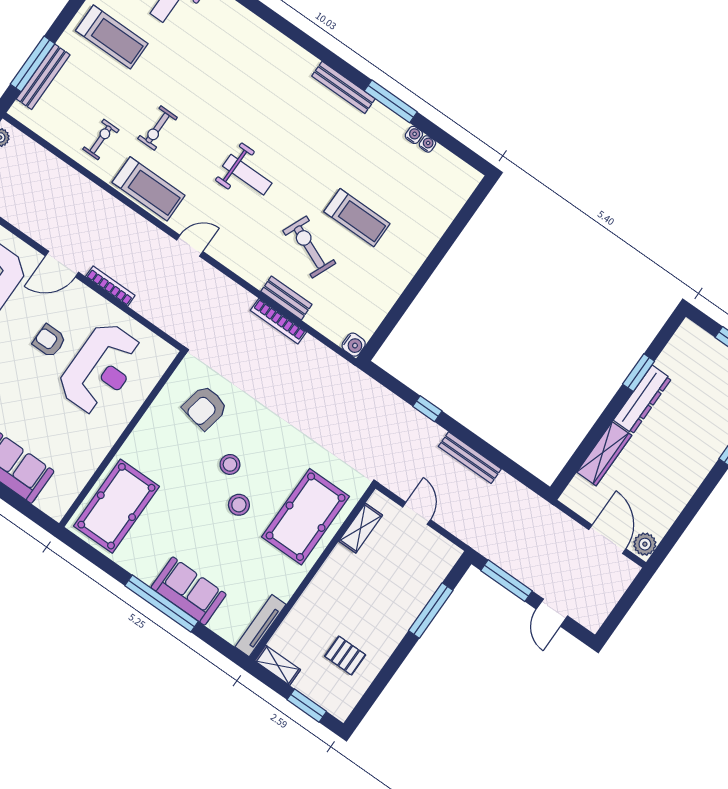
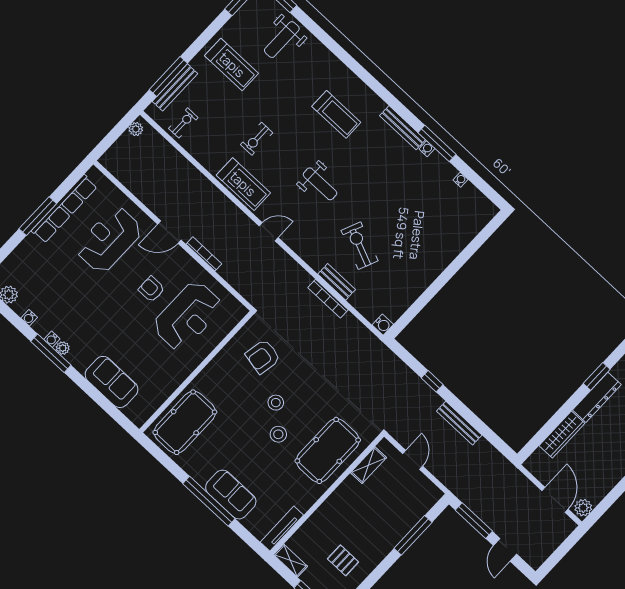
water cooler: (414, 135) -> (427, 149), moved
exercise bike: (101, 139) -> (183, 123), moved
treadmill: (357, 218) -> (336, 114), moved

